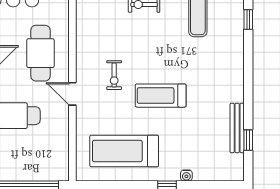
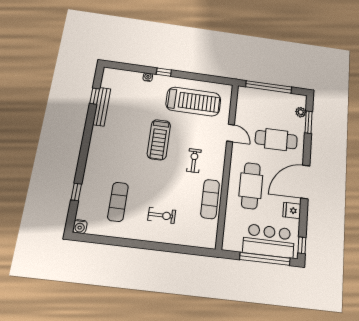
exercise mat: (89, 31) -> (210, 199), added
door: (72, 94) -> (231, 133), moved
treadmill: (161, 96) -> (159, 140), turned 90

